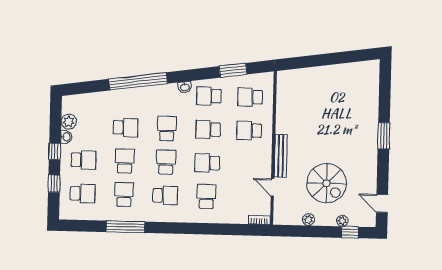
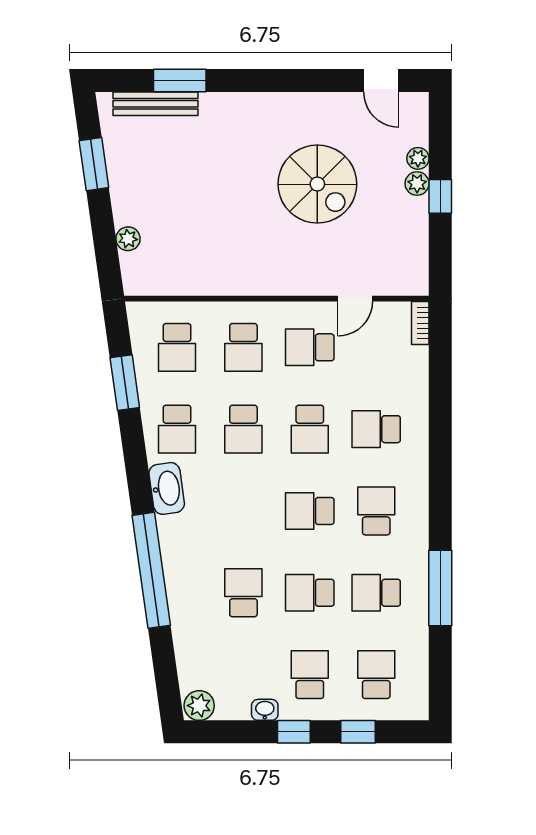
window: (343, 57) -> (94, 164), added
plant: (305, 74) -> (128, 239), added
washbasin: (185, 87) -> (167, 488), width x1.91, depth x1.45
plant: (69, 122) -> (199, 706), moved
school desk: (167, 129) -> (310, 347), moved
window: (384, 136) -> (180, 81), moved
bench: (281, 156) -> (156, 104), moved
spiral stairs: (327, 183) -> (317, 184), moved, turned 90
door: (382, 203) -> (381, 81), hinge flipped
plant: (308, 220) -> (417, 183), moved
window: (350, 232) -> (440, 196), moved

